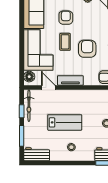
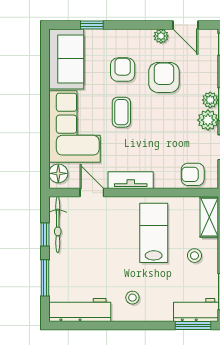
armchair: (87, 49) -> (164, 77), moved
lab bench: (65, 122) -> (154, 233), moved, turned -90
workbench: (37, 154) -> (80, 310), width x1.38

